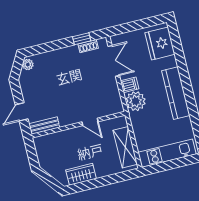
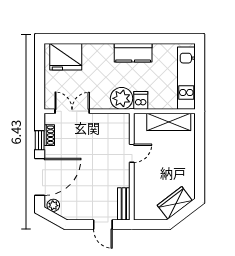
door: (50, 47) -> (40, 177), added
dishwasher: (130, 85) -> (141, 100), moved
kitchen counter: (176, 93) -> (133, 53), width x0.67
wardrobe: (81, 174) -> (175, 203), moved, turned 52

